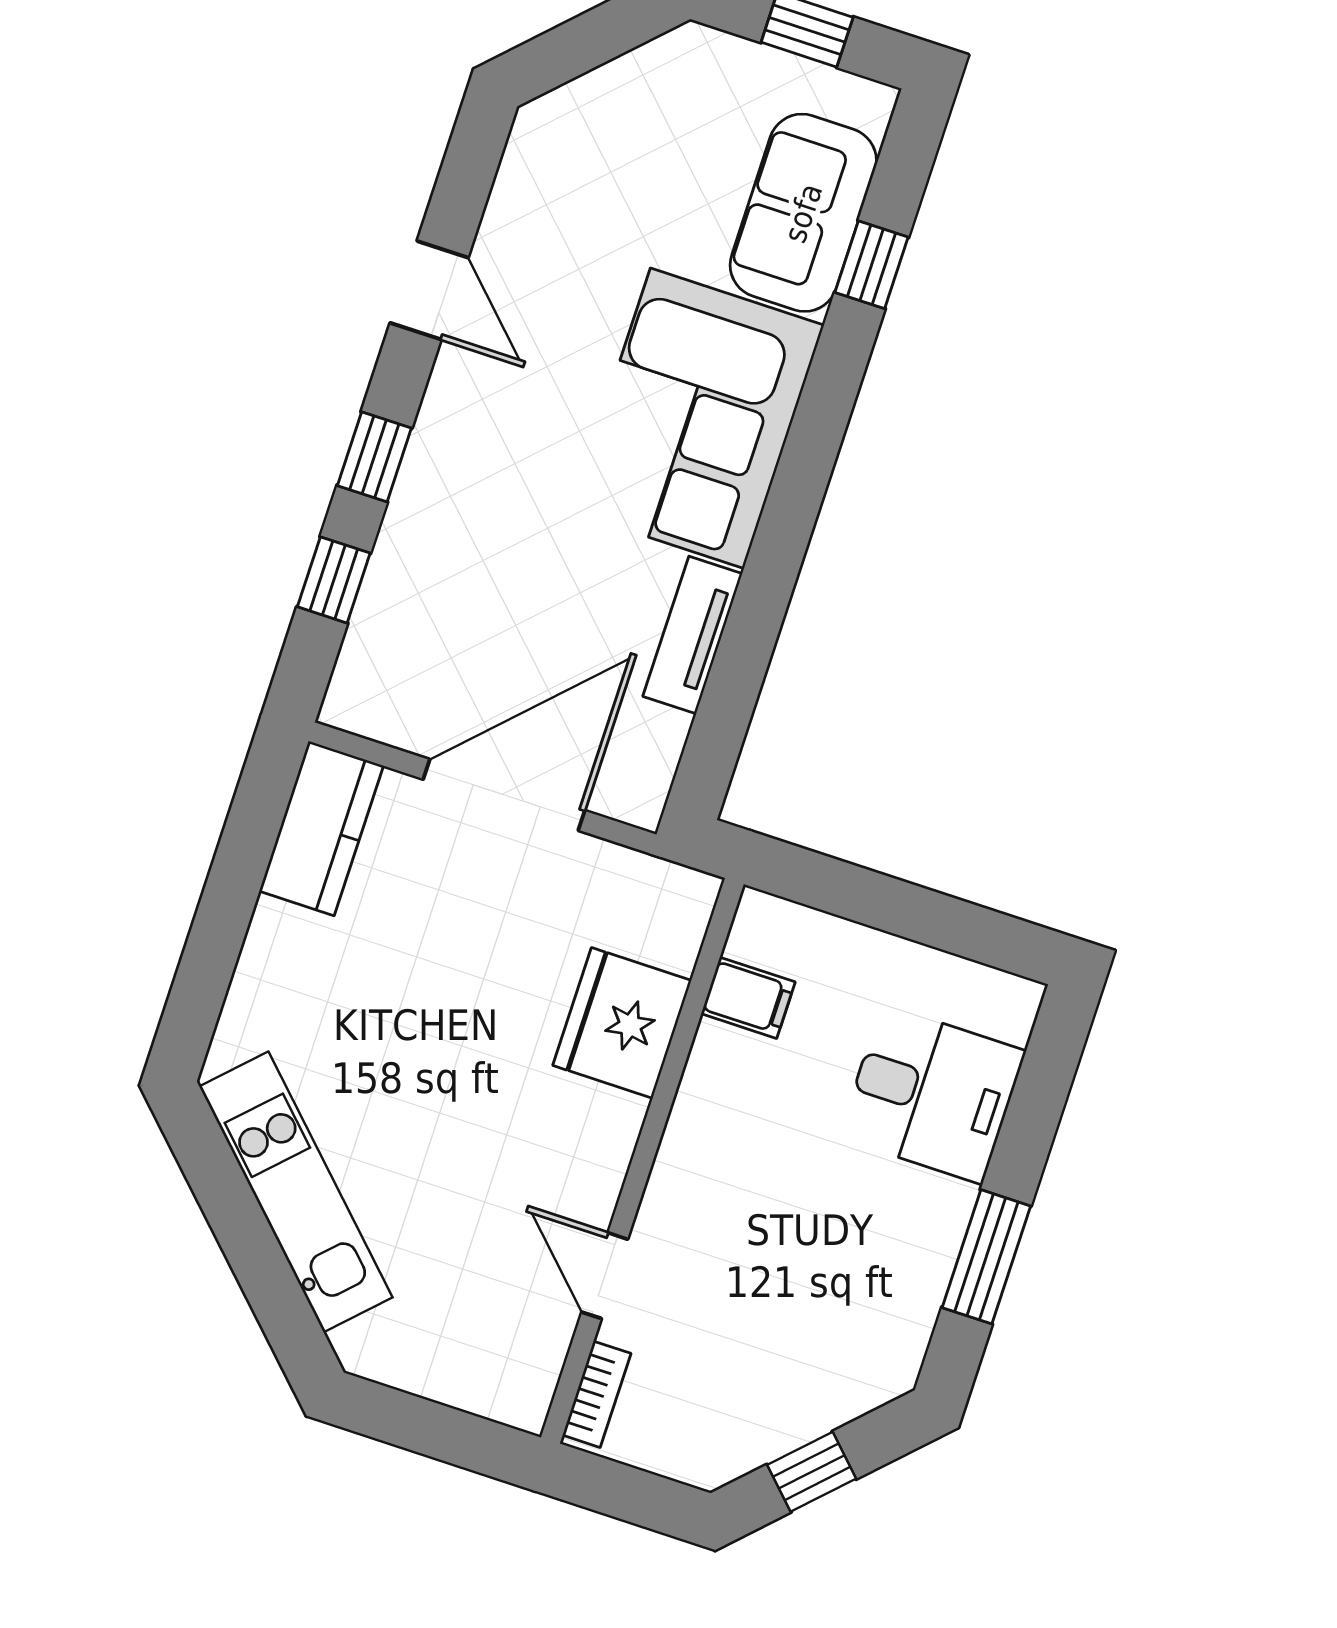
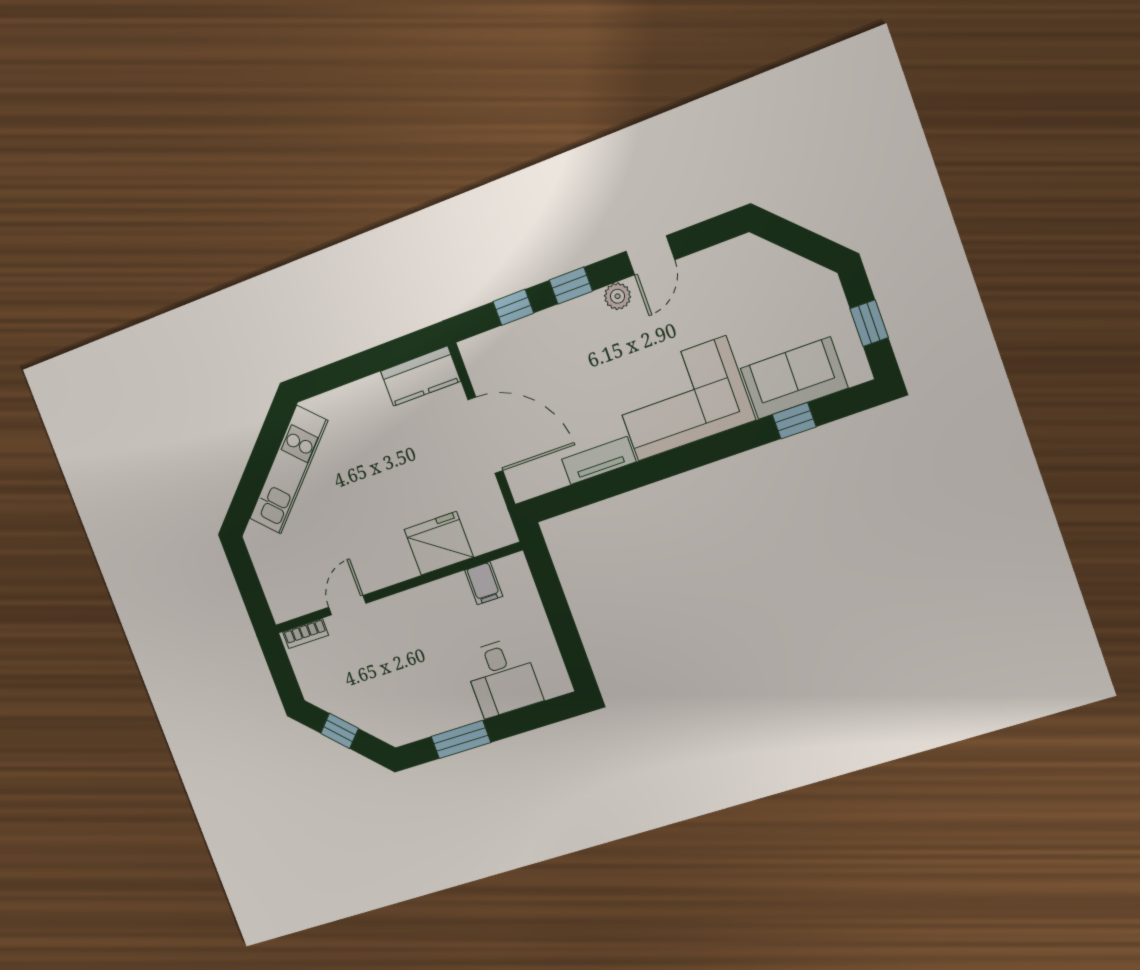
plant: (452, 394) -> (618, 296), added

